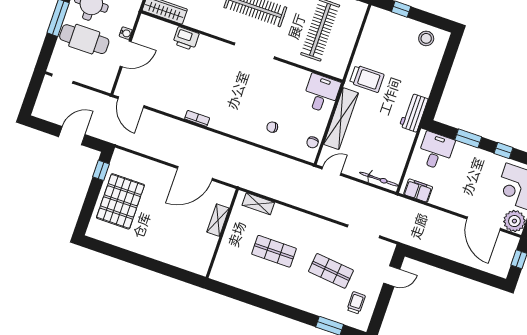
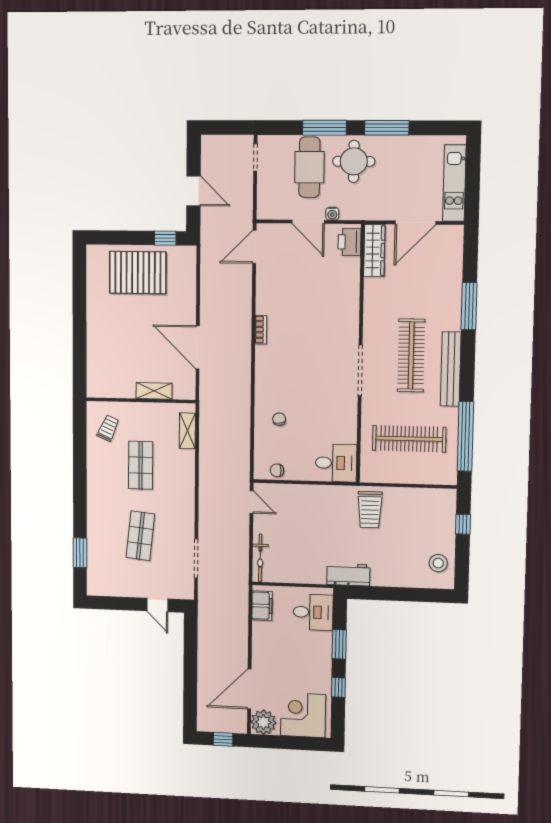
printer: (186, 39) -> (349, 242), moved
shelving: (341, 119) -> (315, 494), removed
trolley: (356, 303) -> (108, 428), moved, turned -66

